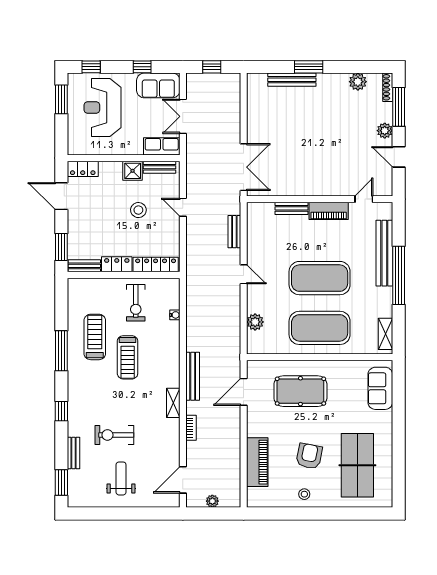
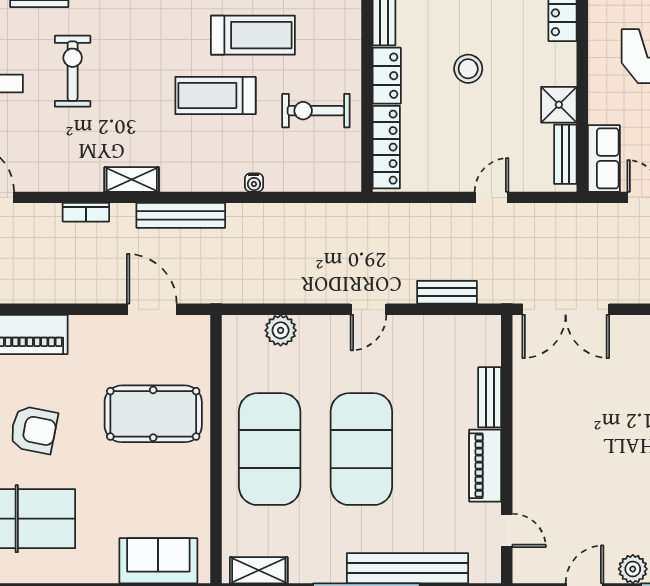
stool: (138, 210) -> (468, 69), moved
water cooler: (175, 315) -> (254, 183), moved
pool table: (300, 391) -> (153, 414), turned 90

